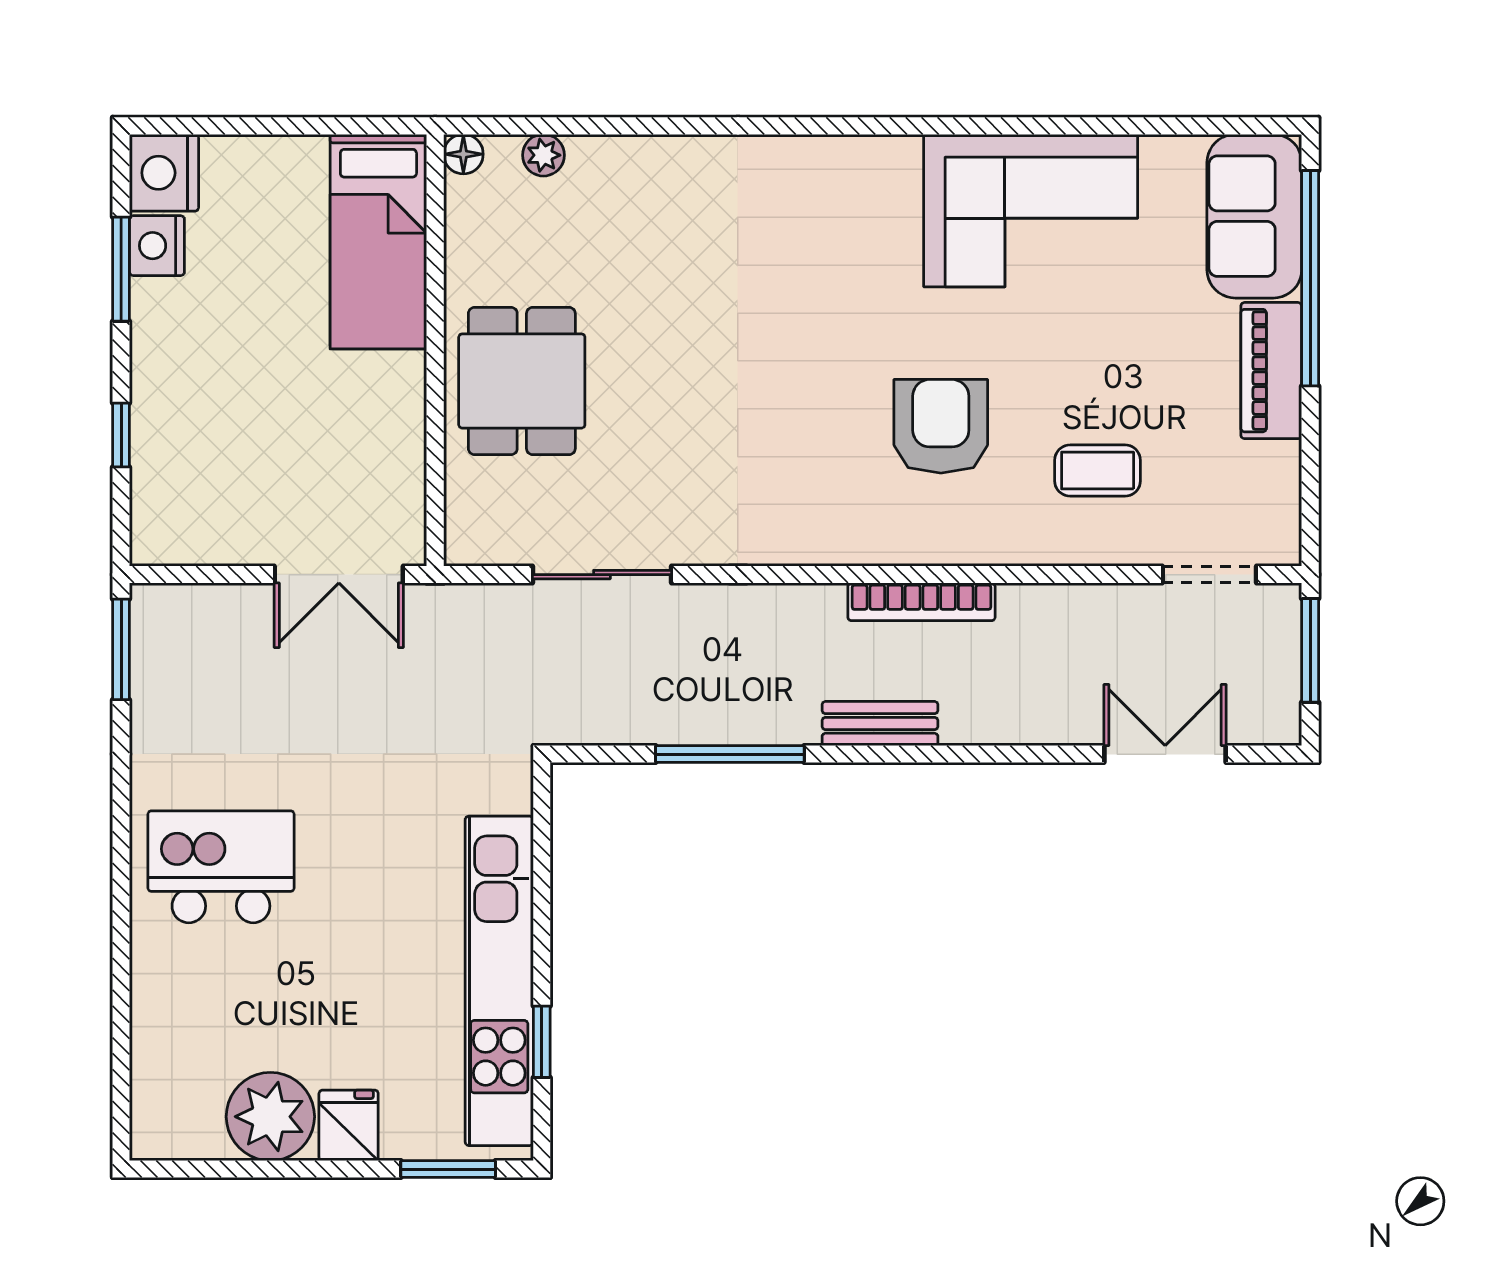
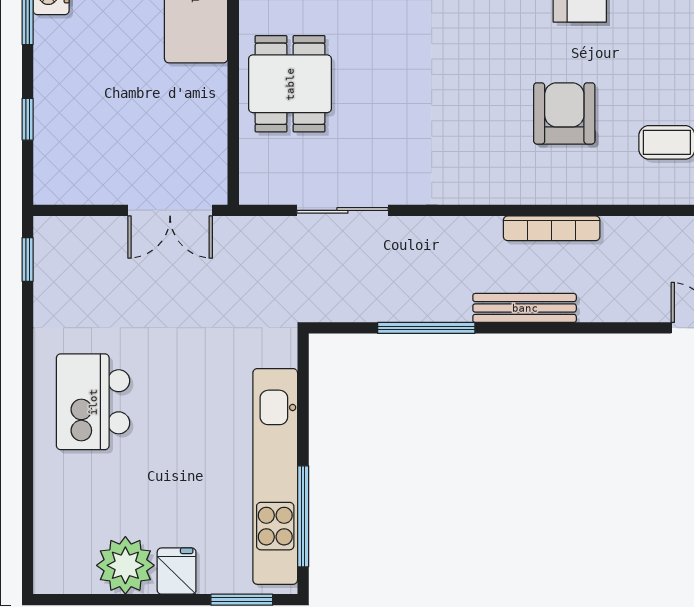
window: (121, 649) -> (28, 259), width x0.67
bench: (880, 723) -> (525, 308), width x1.36
kitchen island: (221, 867) -> (93, 402), turned -90
window: (542, 1042) -> (303, 516), width x2.17

